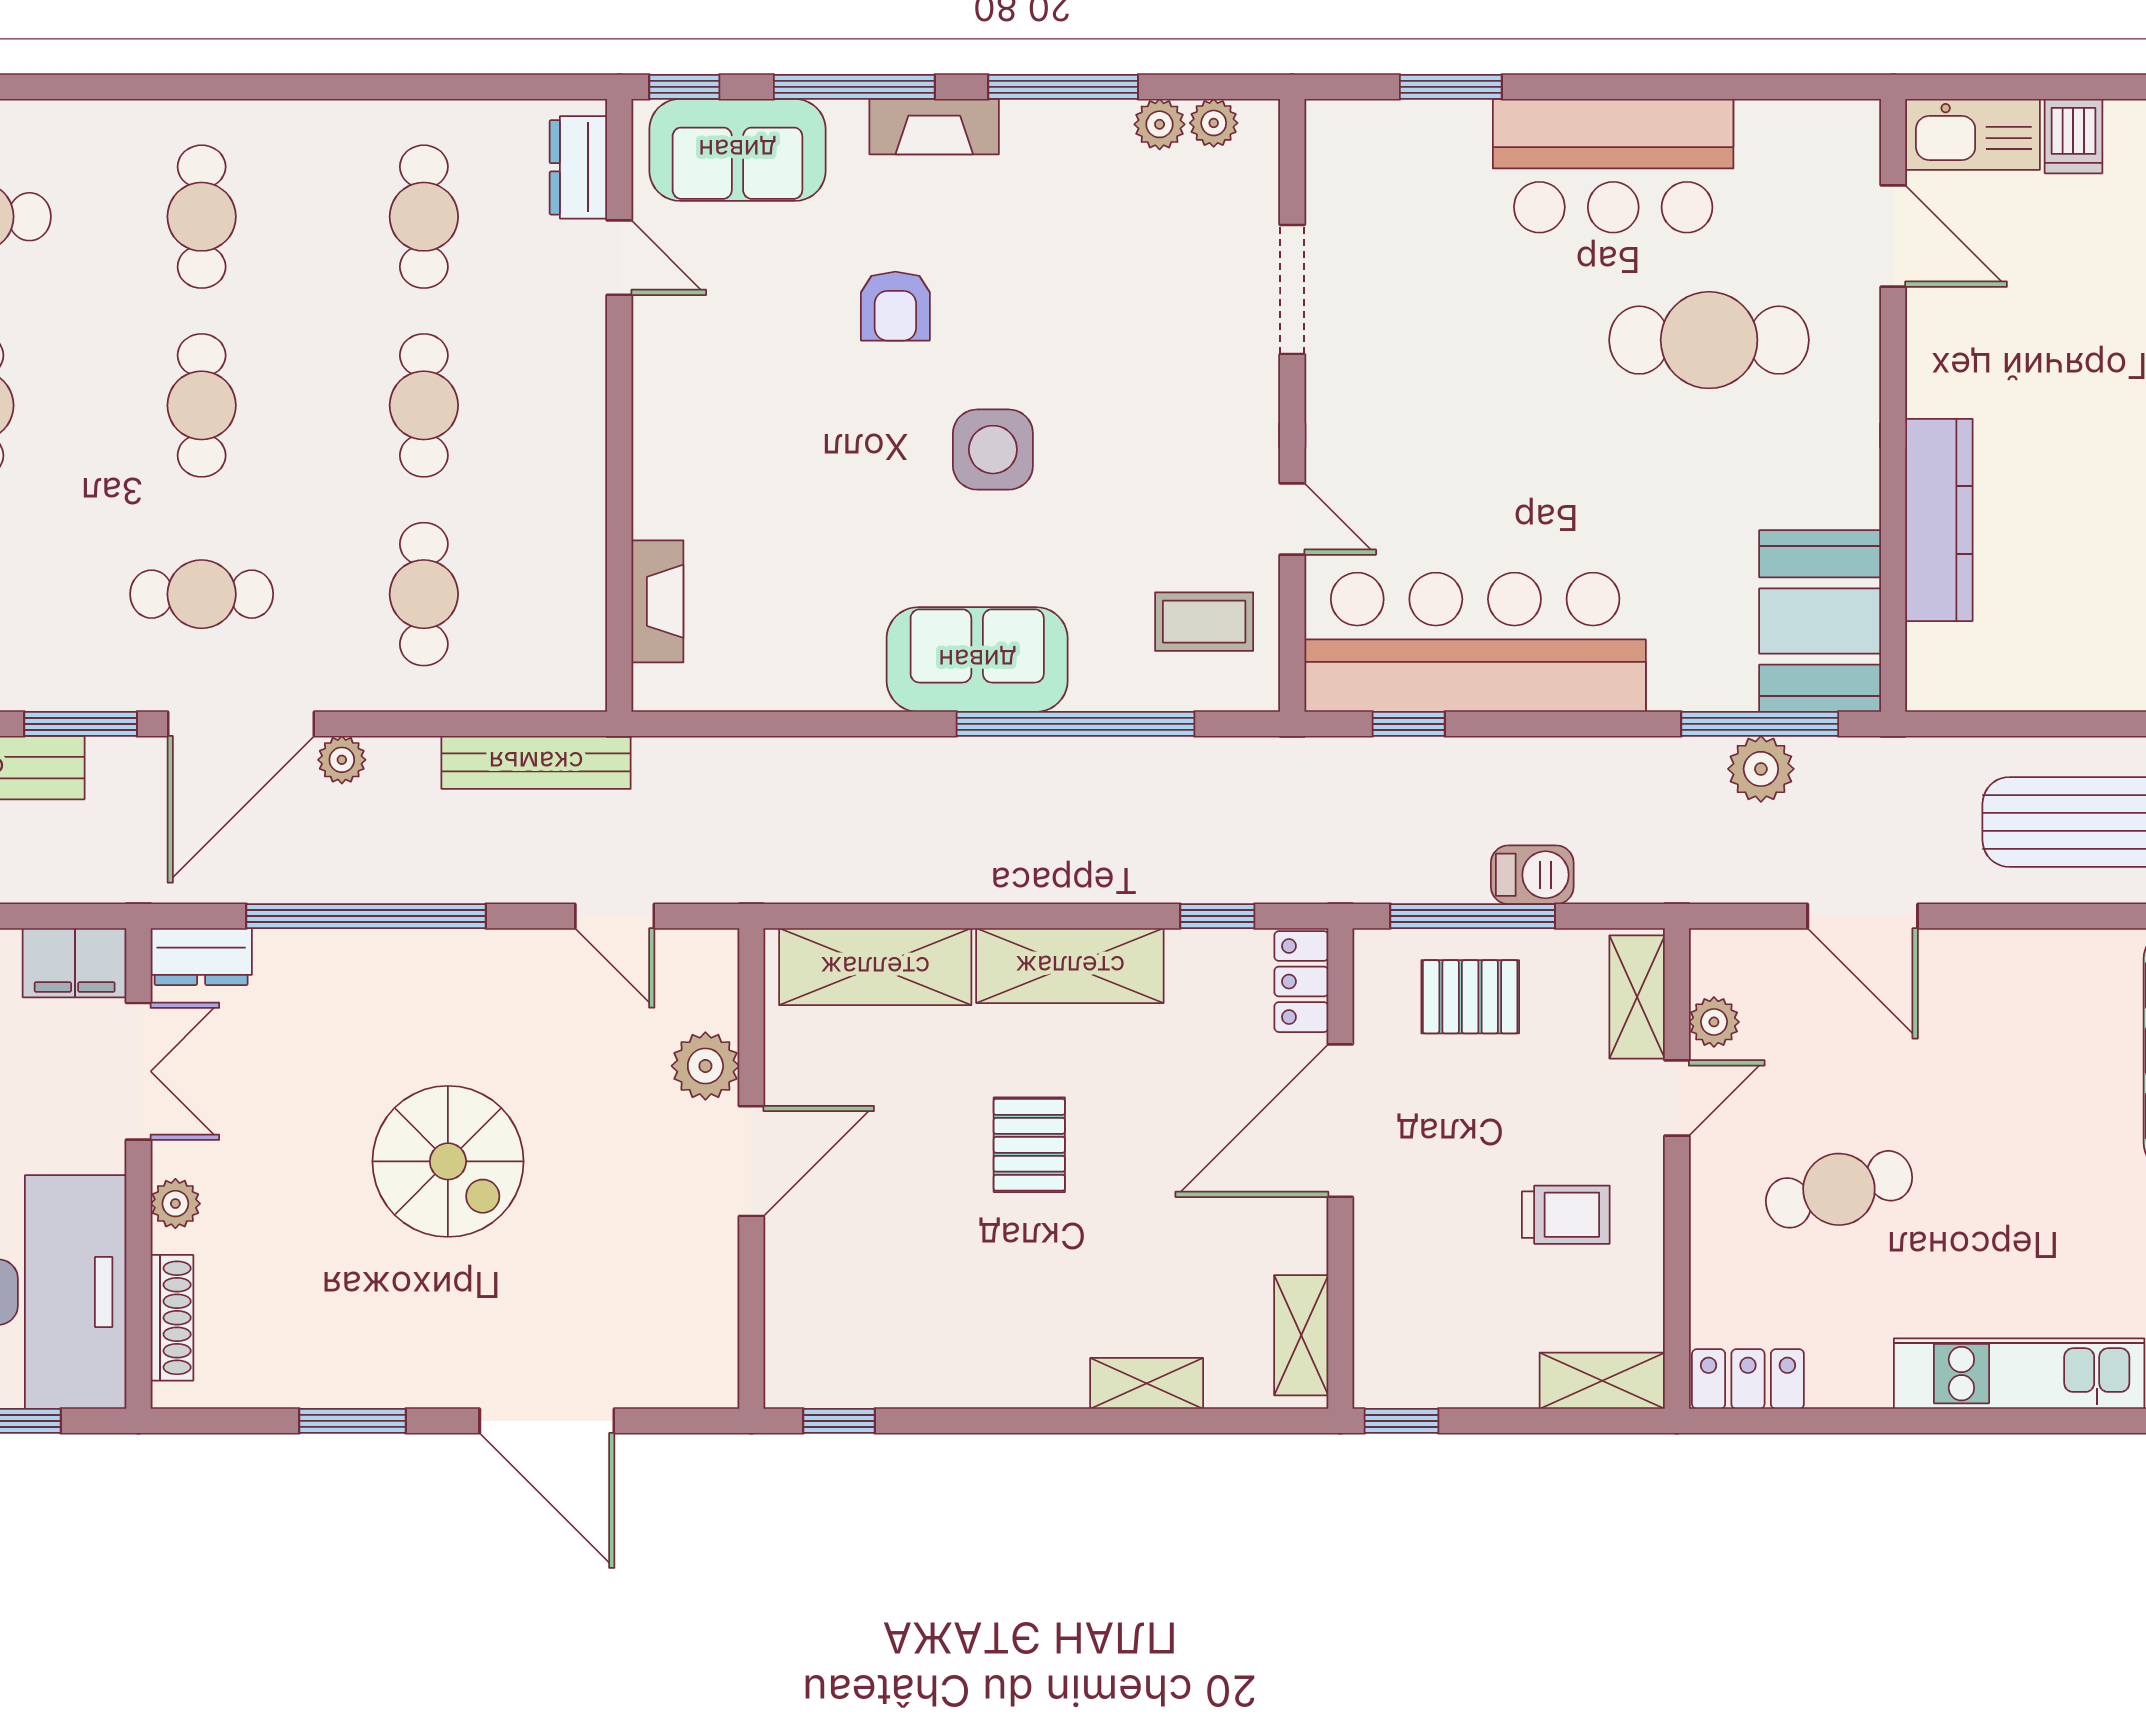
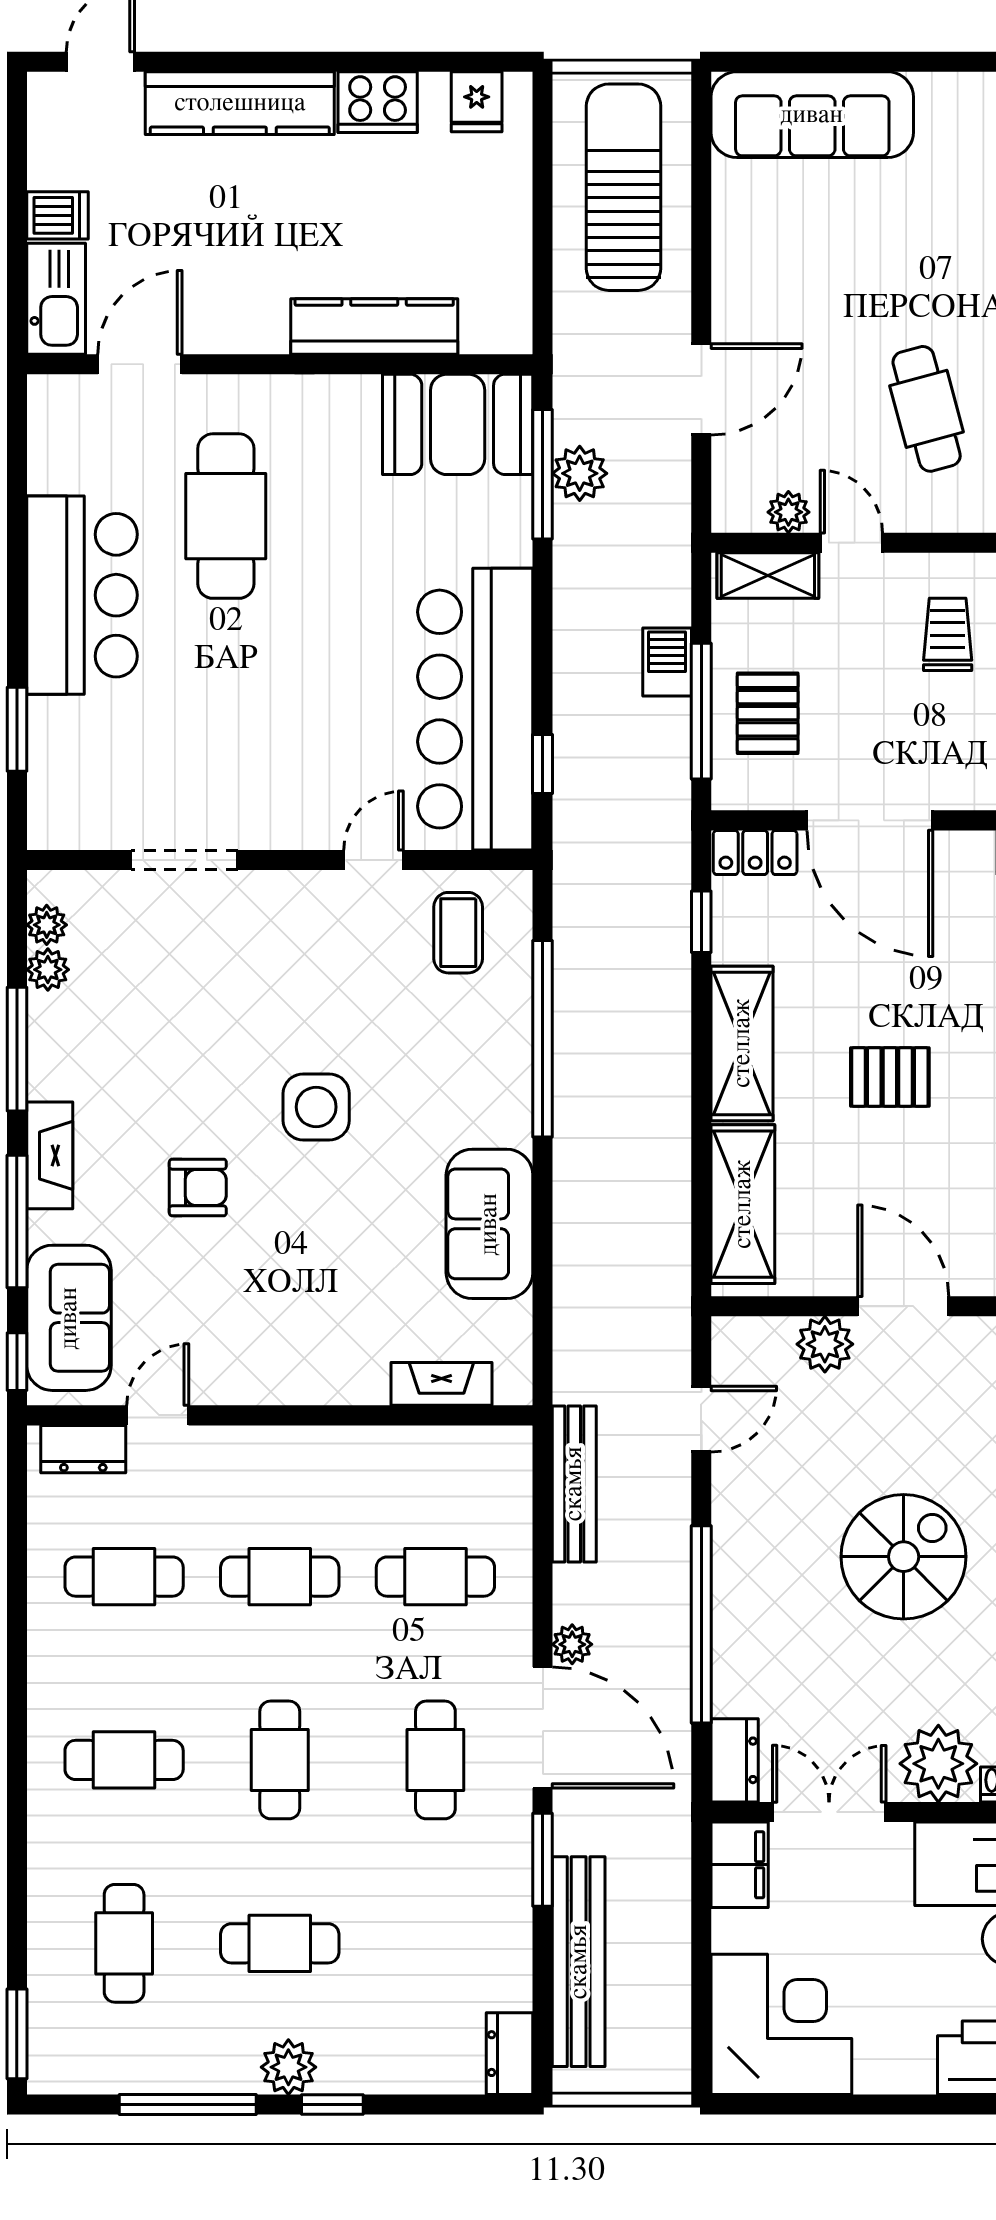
cafe table: (202, 405) -> (280, 1760), turned 90
sofa: (977, 660) -> (489, 1224), moved
plant: (175, 1204) -> (938, 1764), width x1.88, depth x1.88

